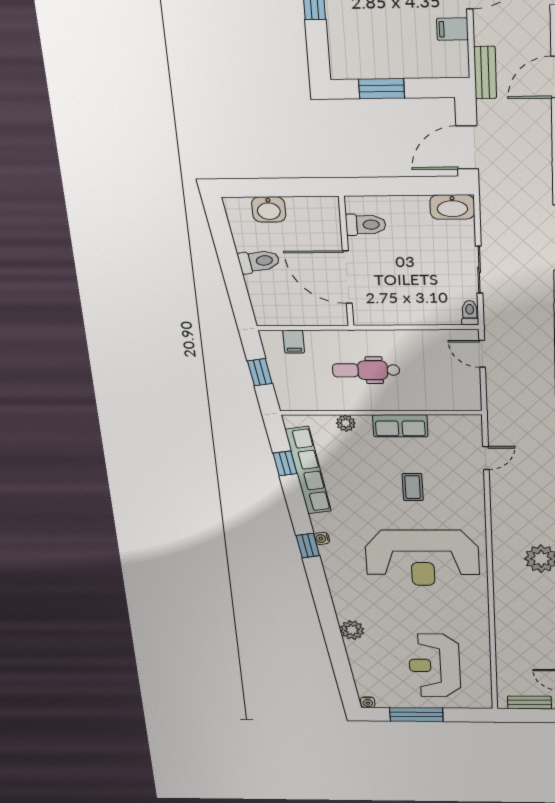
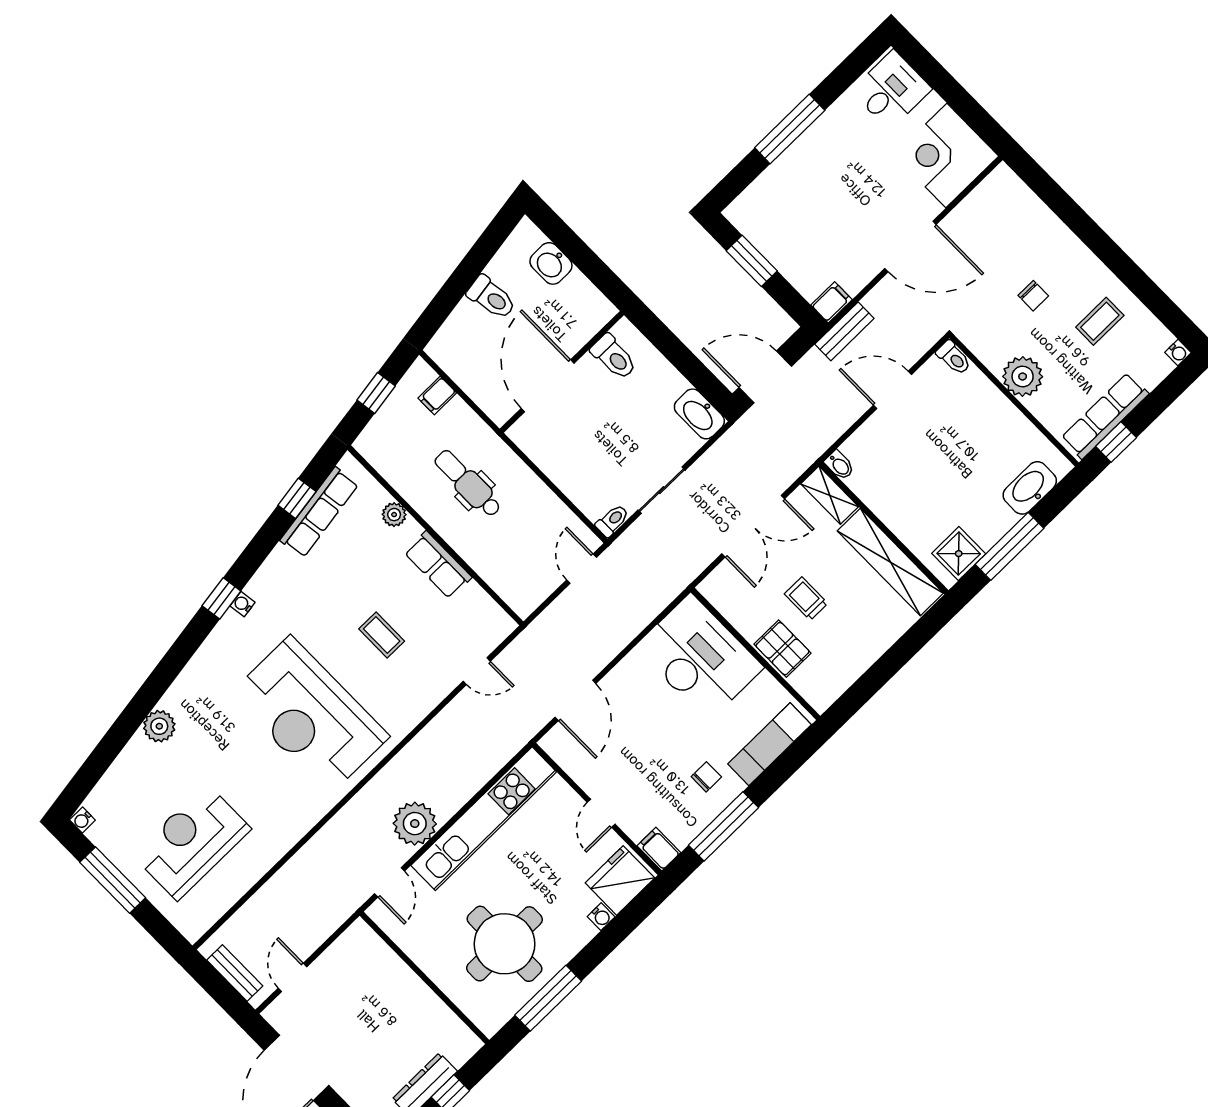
filing cabinet: (452, 29) -> (831, 302), moved, turned 90
row of seats: (308, 470) -> (319, 512), width x0.73
coffee table: (413, 487) -> (382, 635), turned 90

